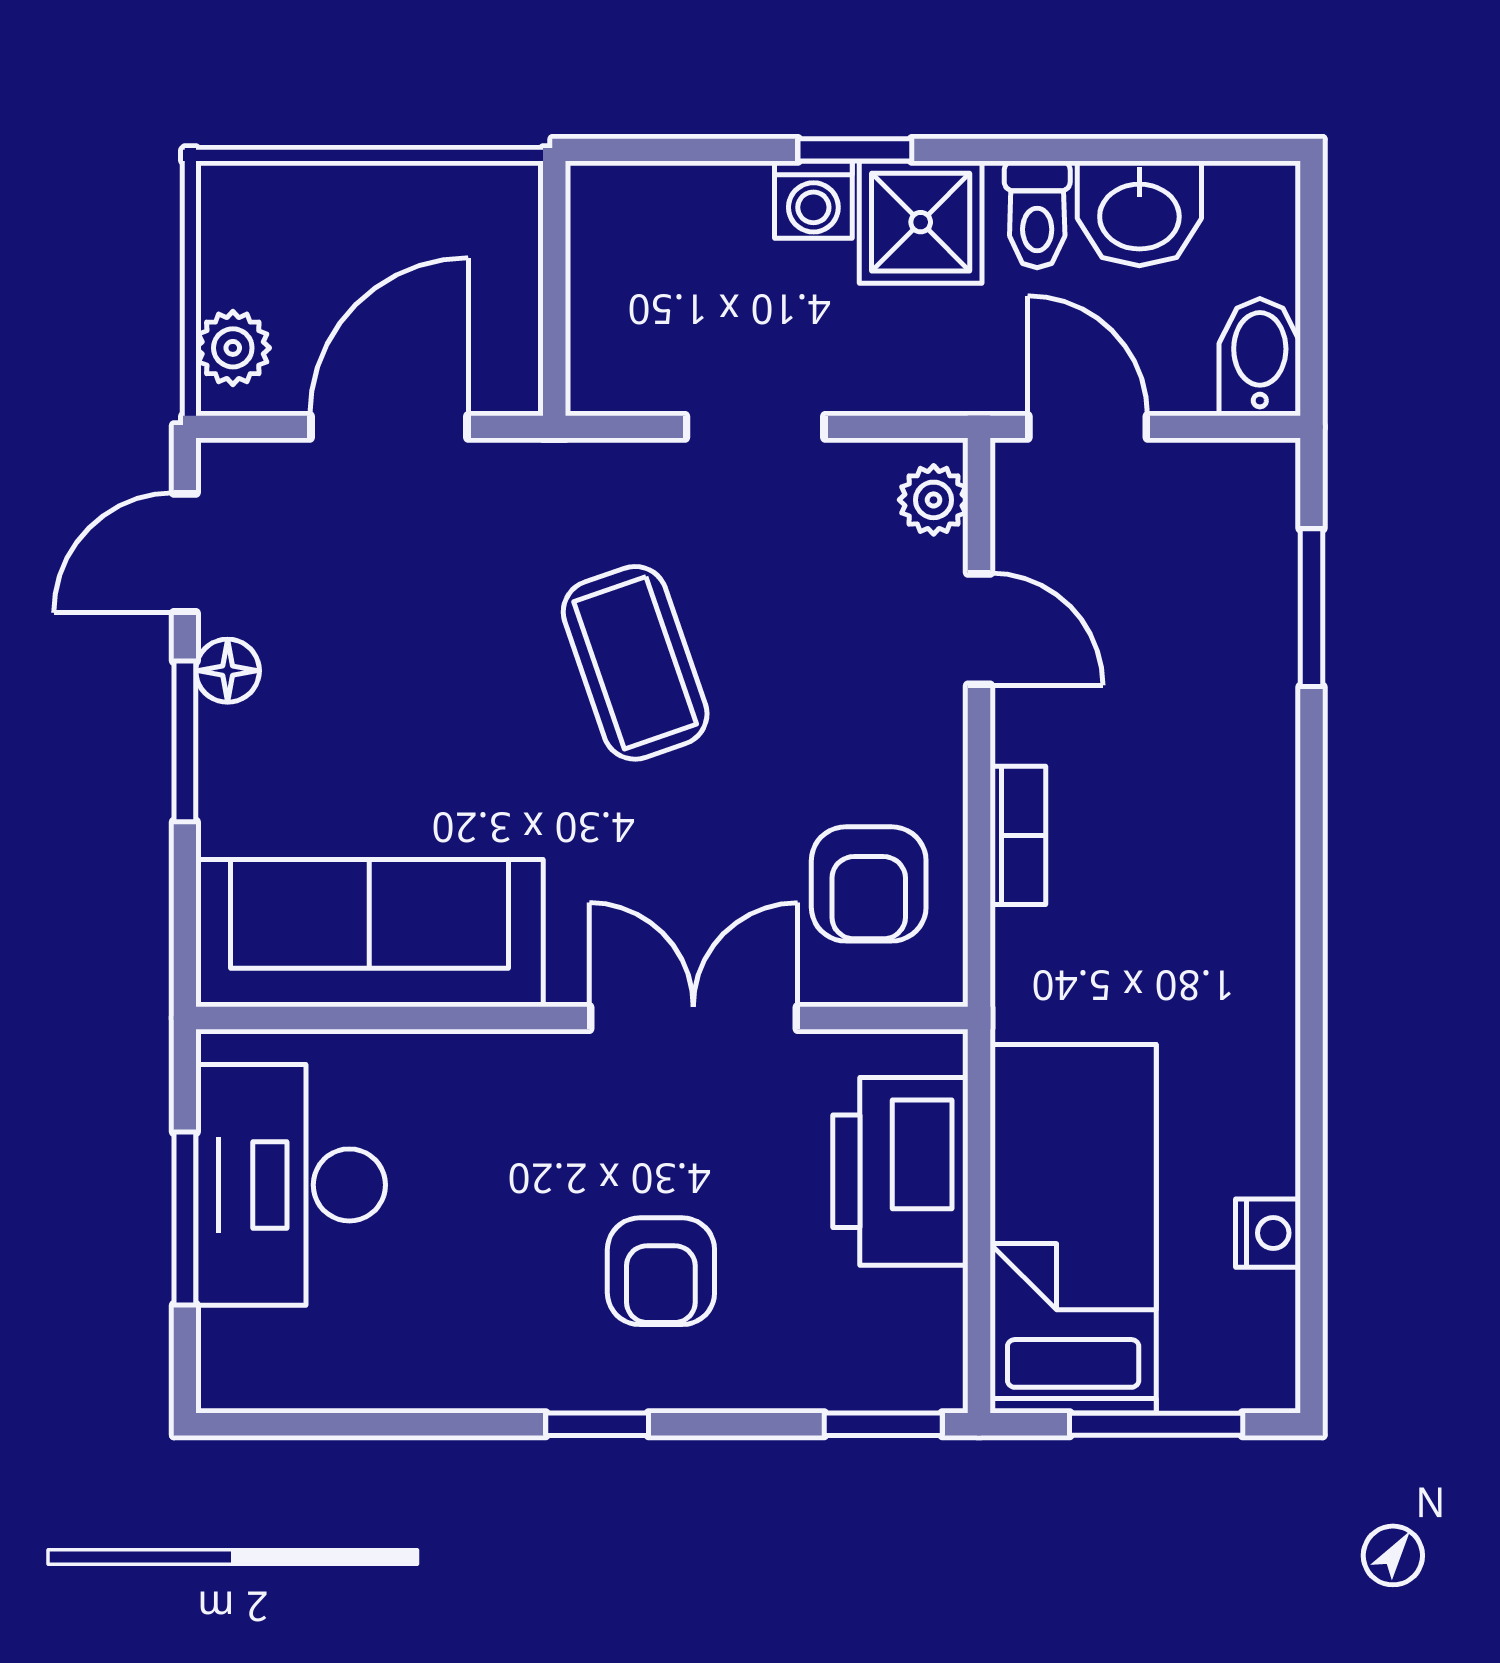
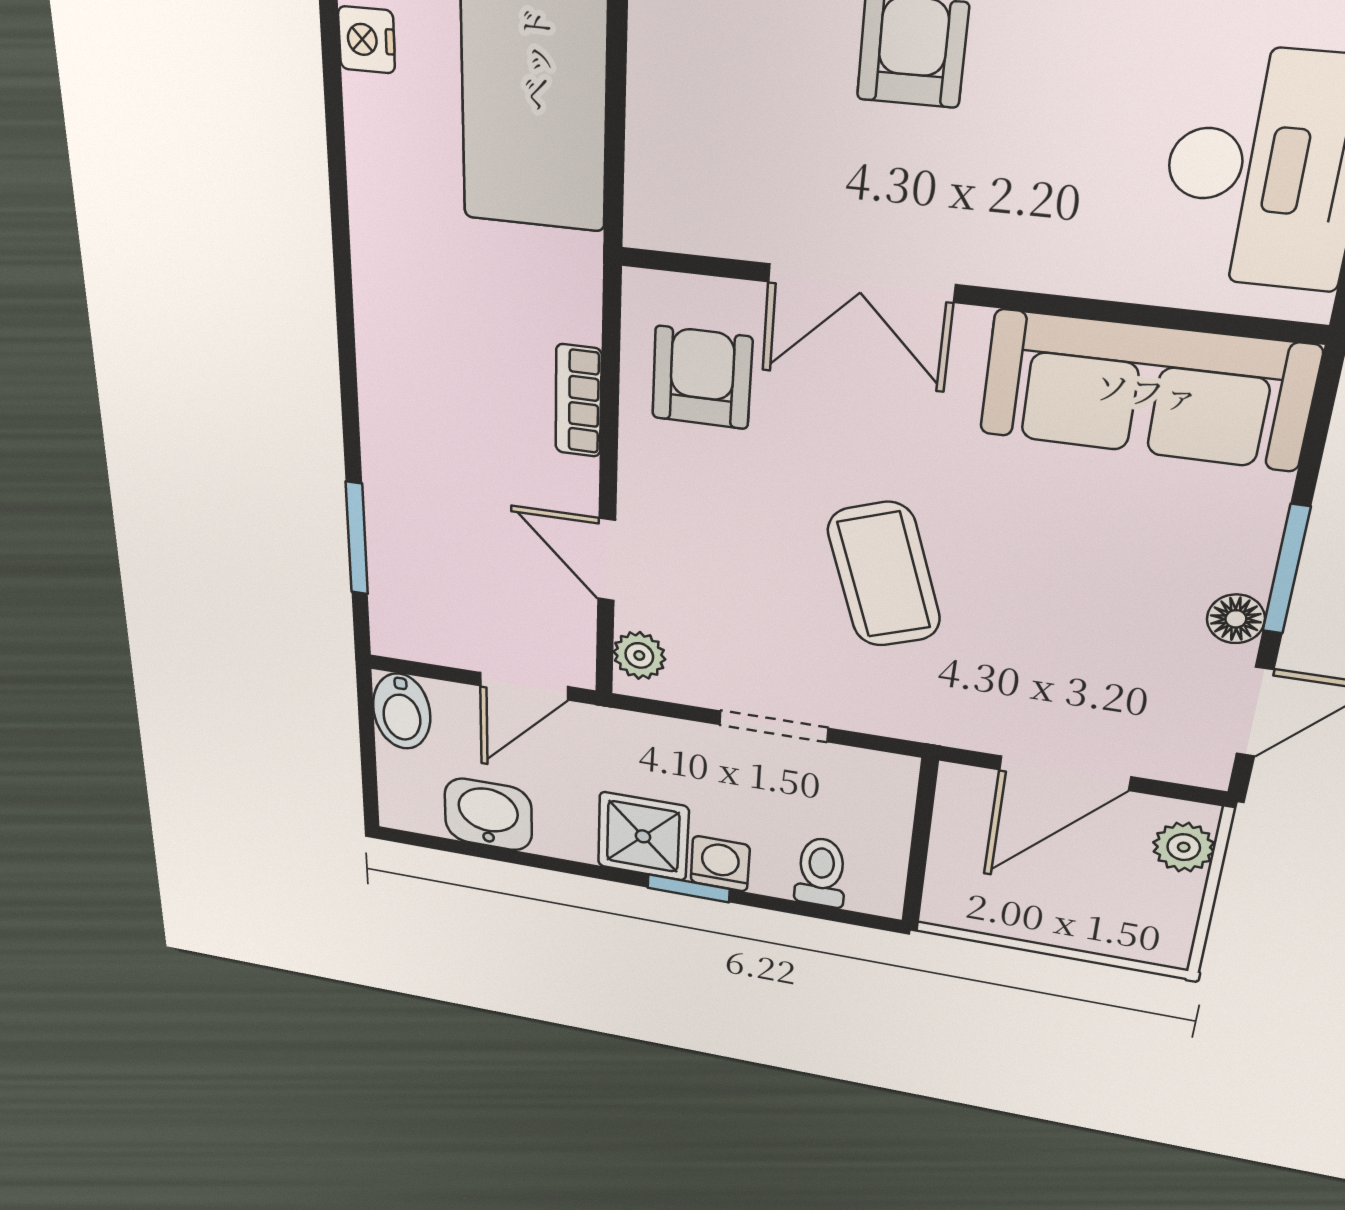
toilet: (1037, 214) -> (821, 872), moved
door: (1088, 427) -> (524, 686), hinge flipped
printer: (900, 1171) -> (685, 126), removed

